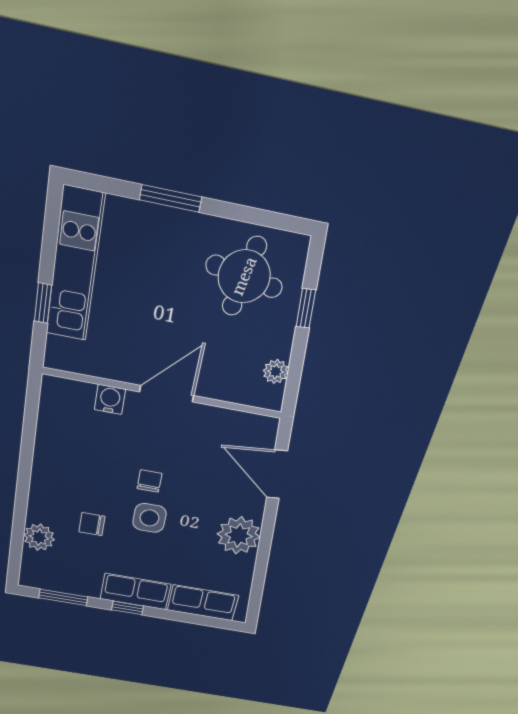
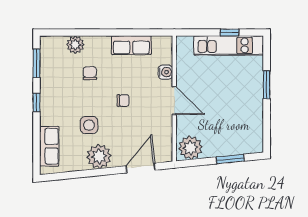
round table: (244, 276) -> (239, 126), removed
window: (43, 303) -> (229, 32), moved
window: (306, 308) -> (230, 159), width x1.50
plant: (276, 371) -> (190, 148), width x1.88, depth x1.88
side table: (149, 518) -> (89, 125), moved
row of seats: (135, 592) -> (131, 45), moved, turned 90

